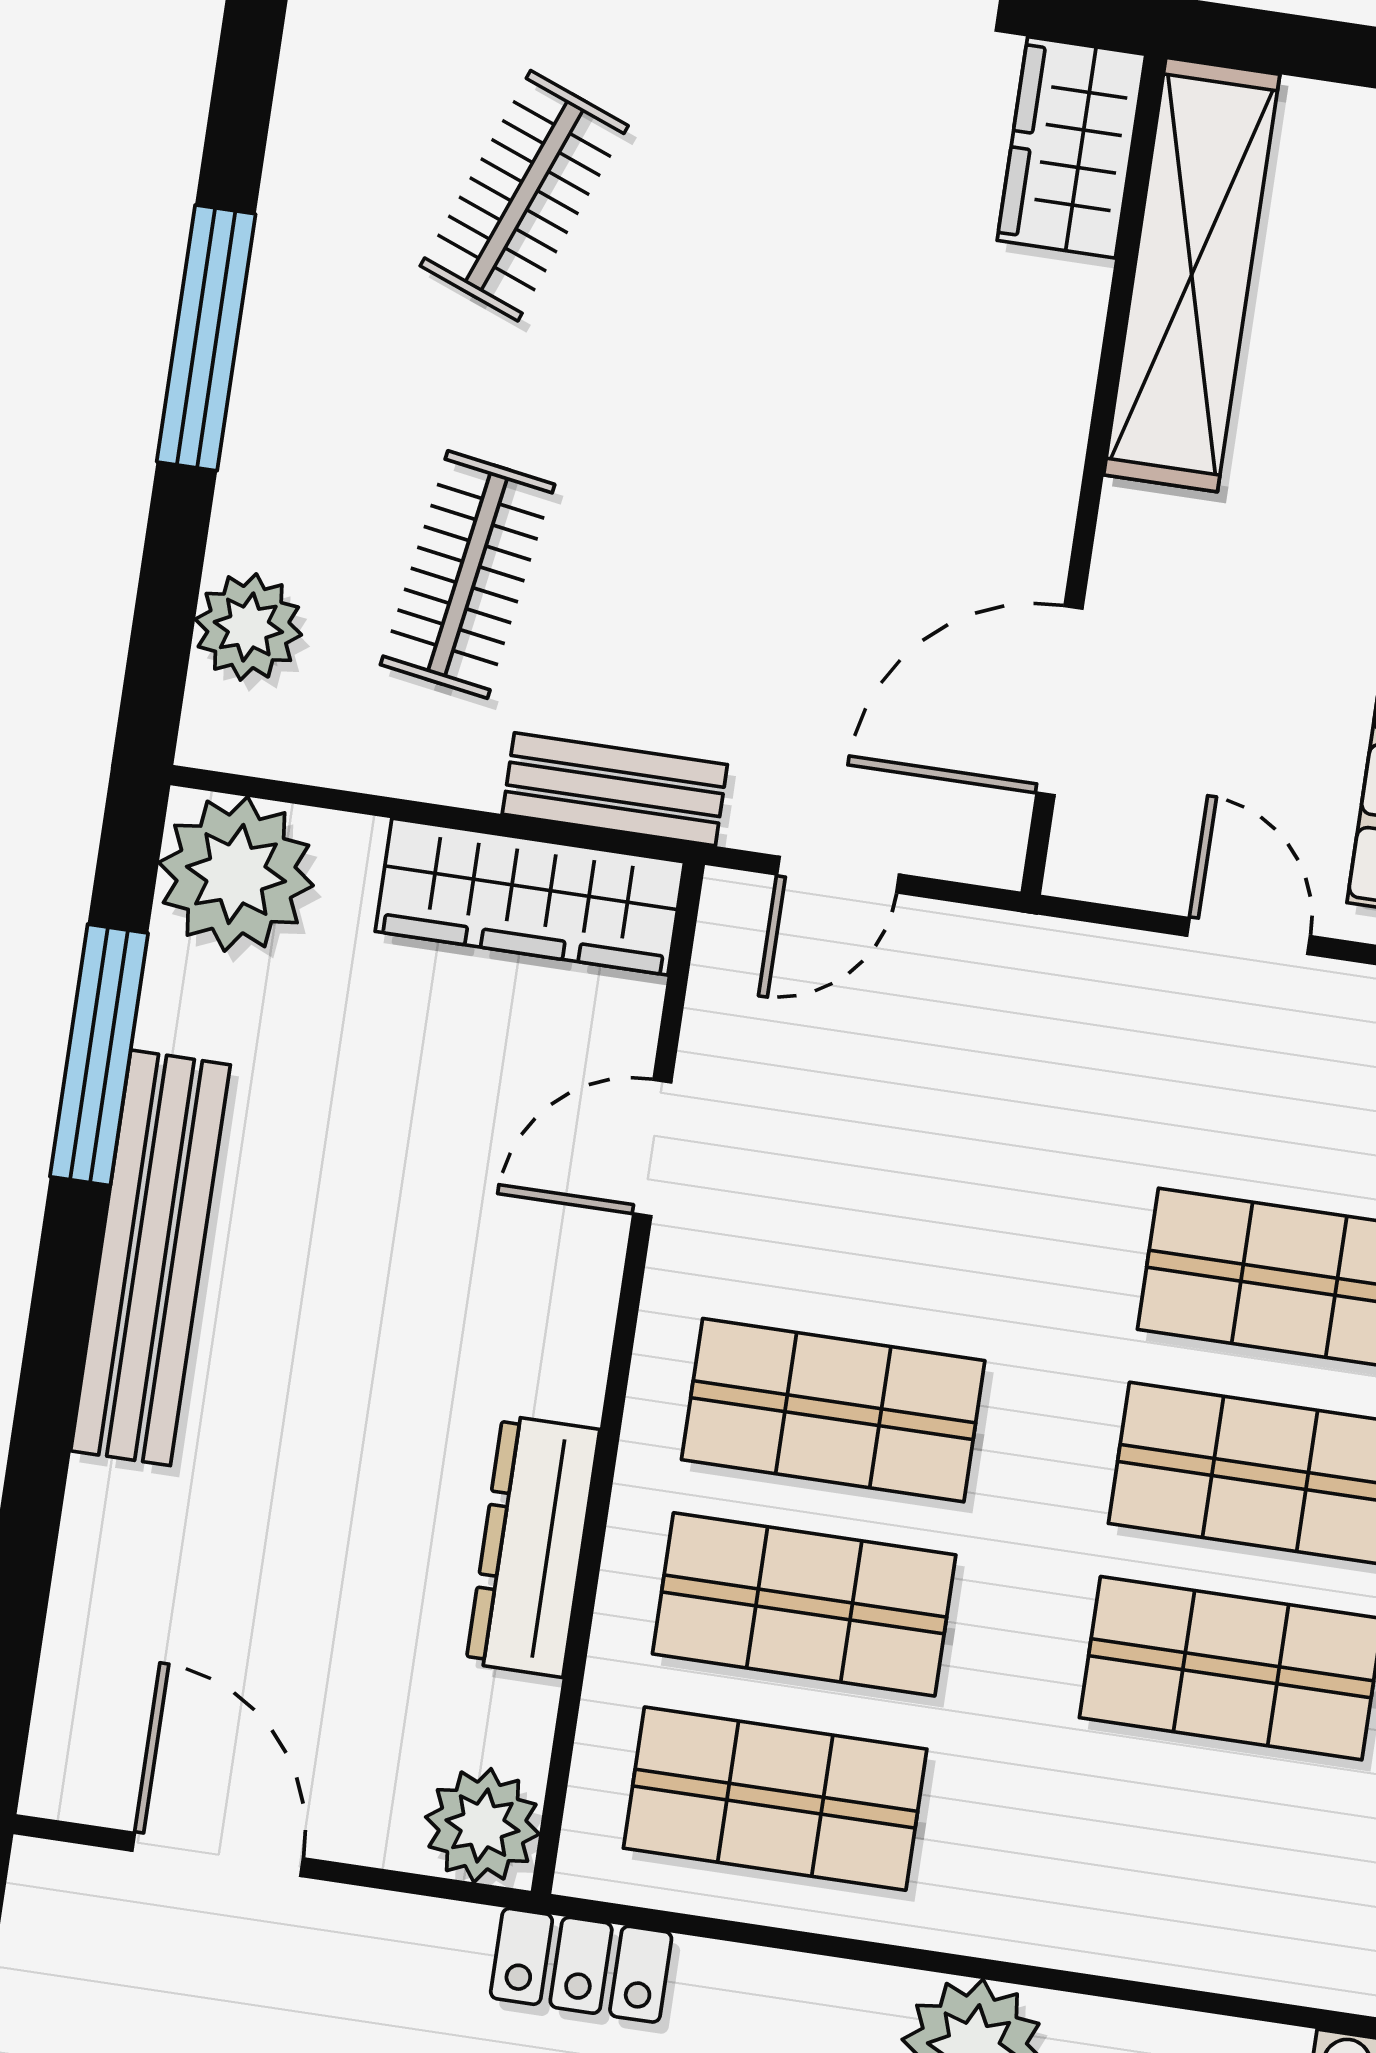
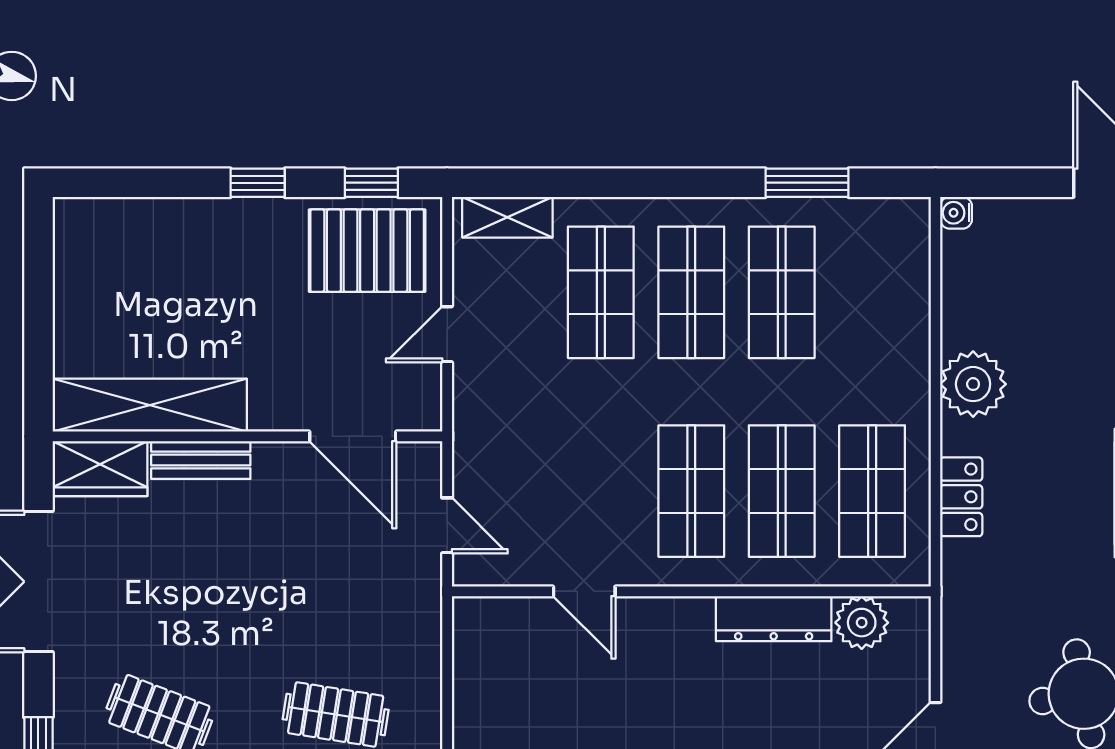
bench: (615, 789) -> (201, 460), moved, turned 90
wardrobe: (530, 897) -> (478, 664), removed
plant: (482, 1826) -> (862, 623), moved
locker: (581, 1965) -> (961, 497), moved

